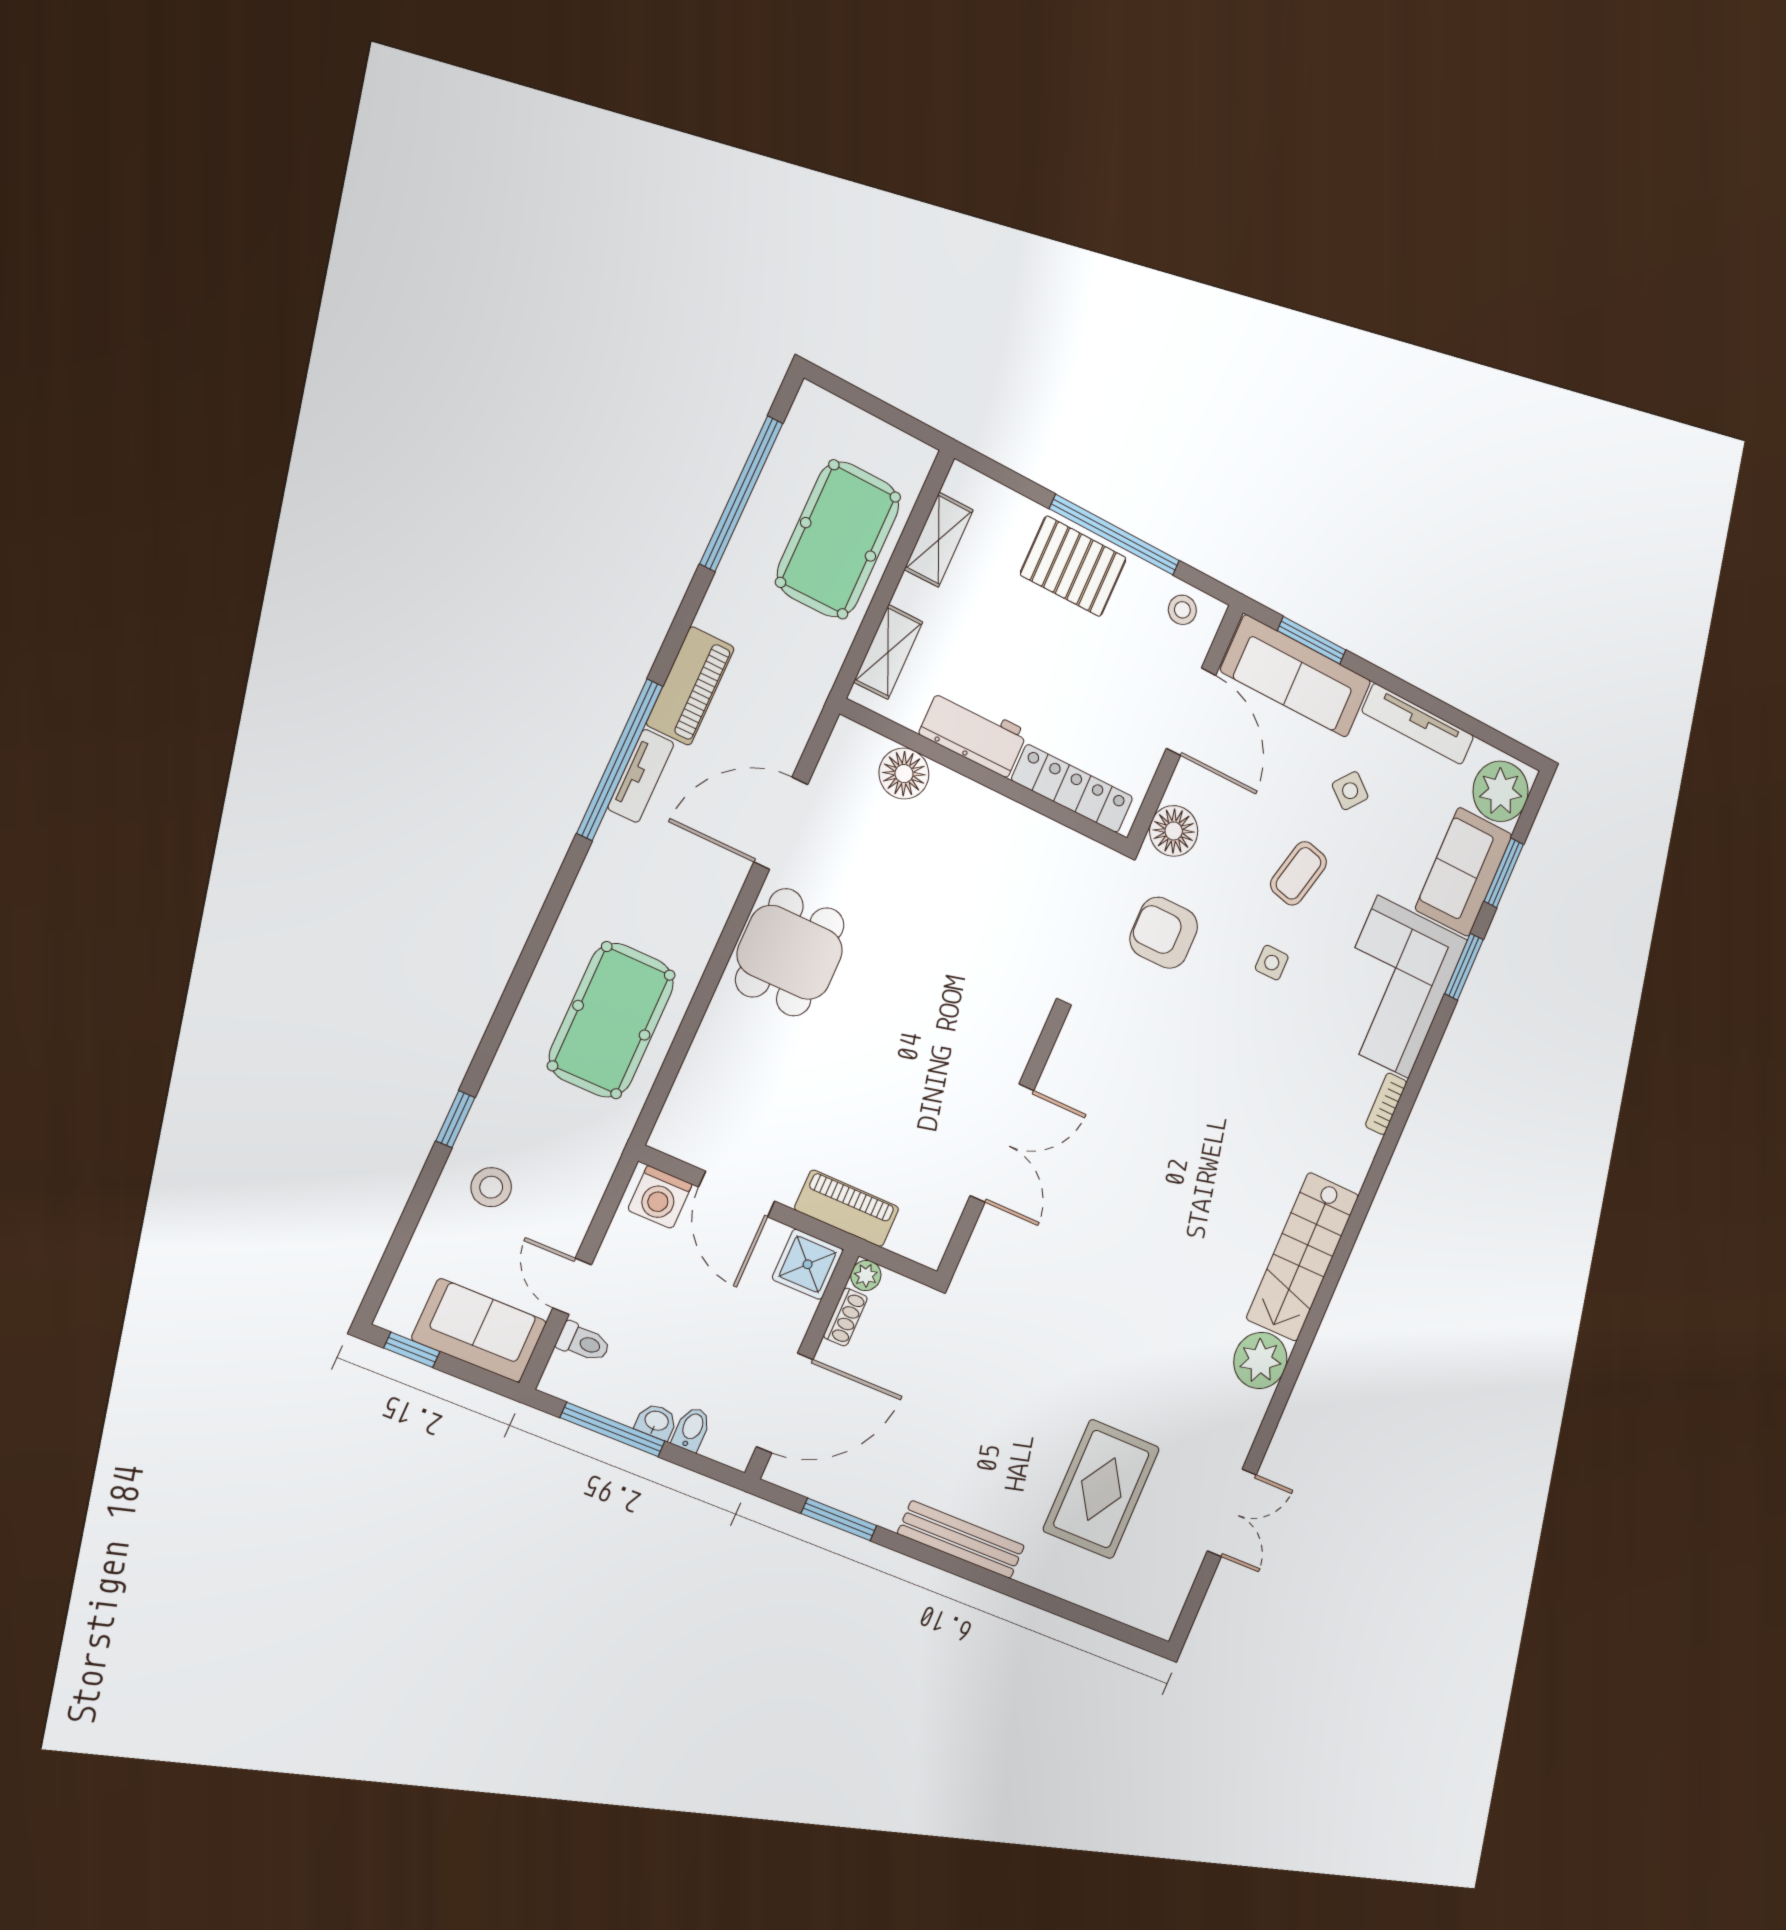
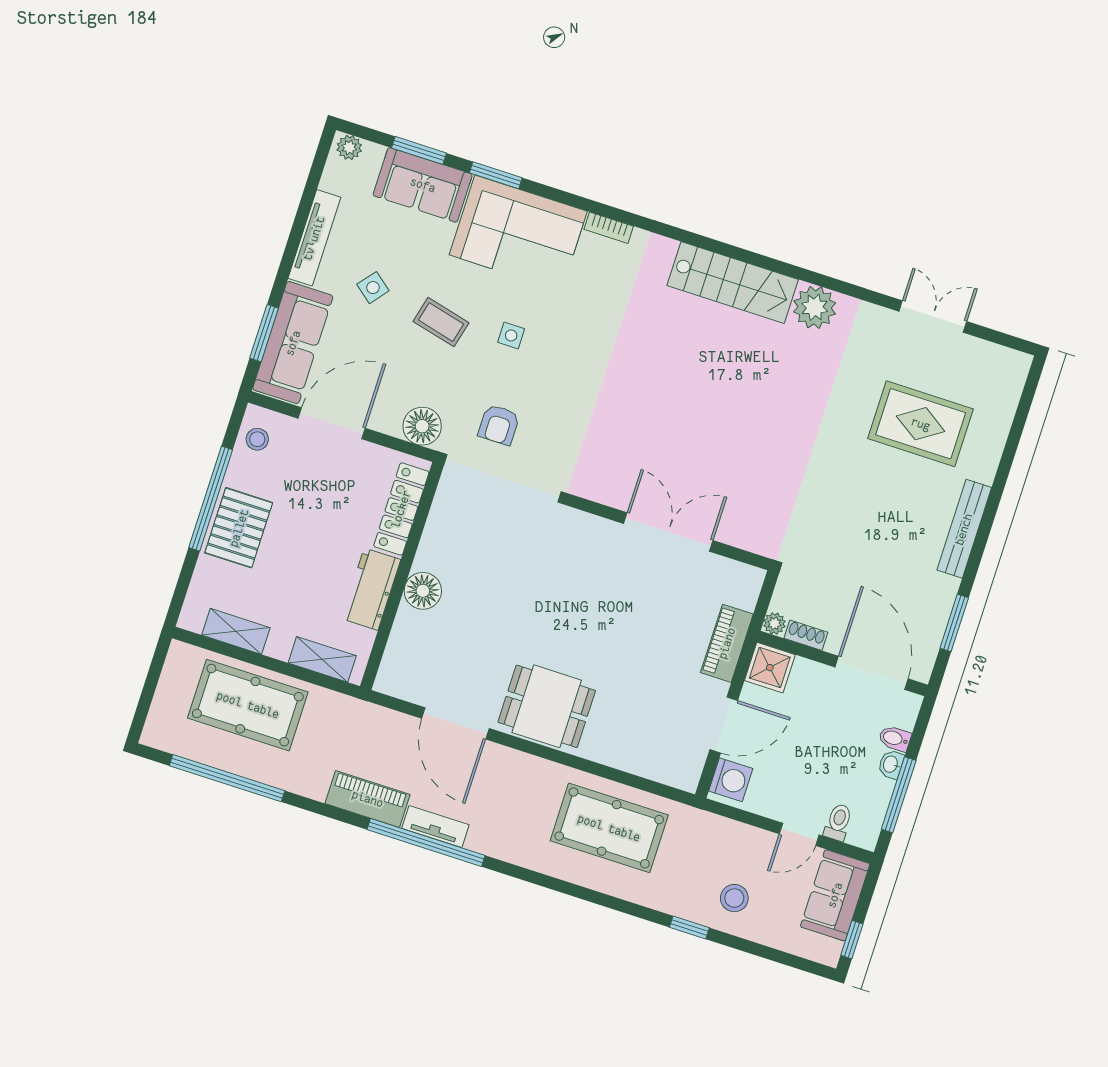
floor lamp: (904, 774) -> (423, 591), moved
plant: (1501, 791) -> (349, 147), width x0.53, depth x0.53
armchair: (1164, 933) -> (499, 425), width x0.72, depth x0.72

